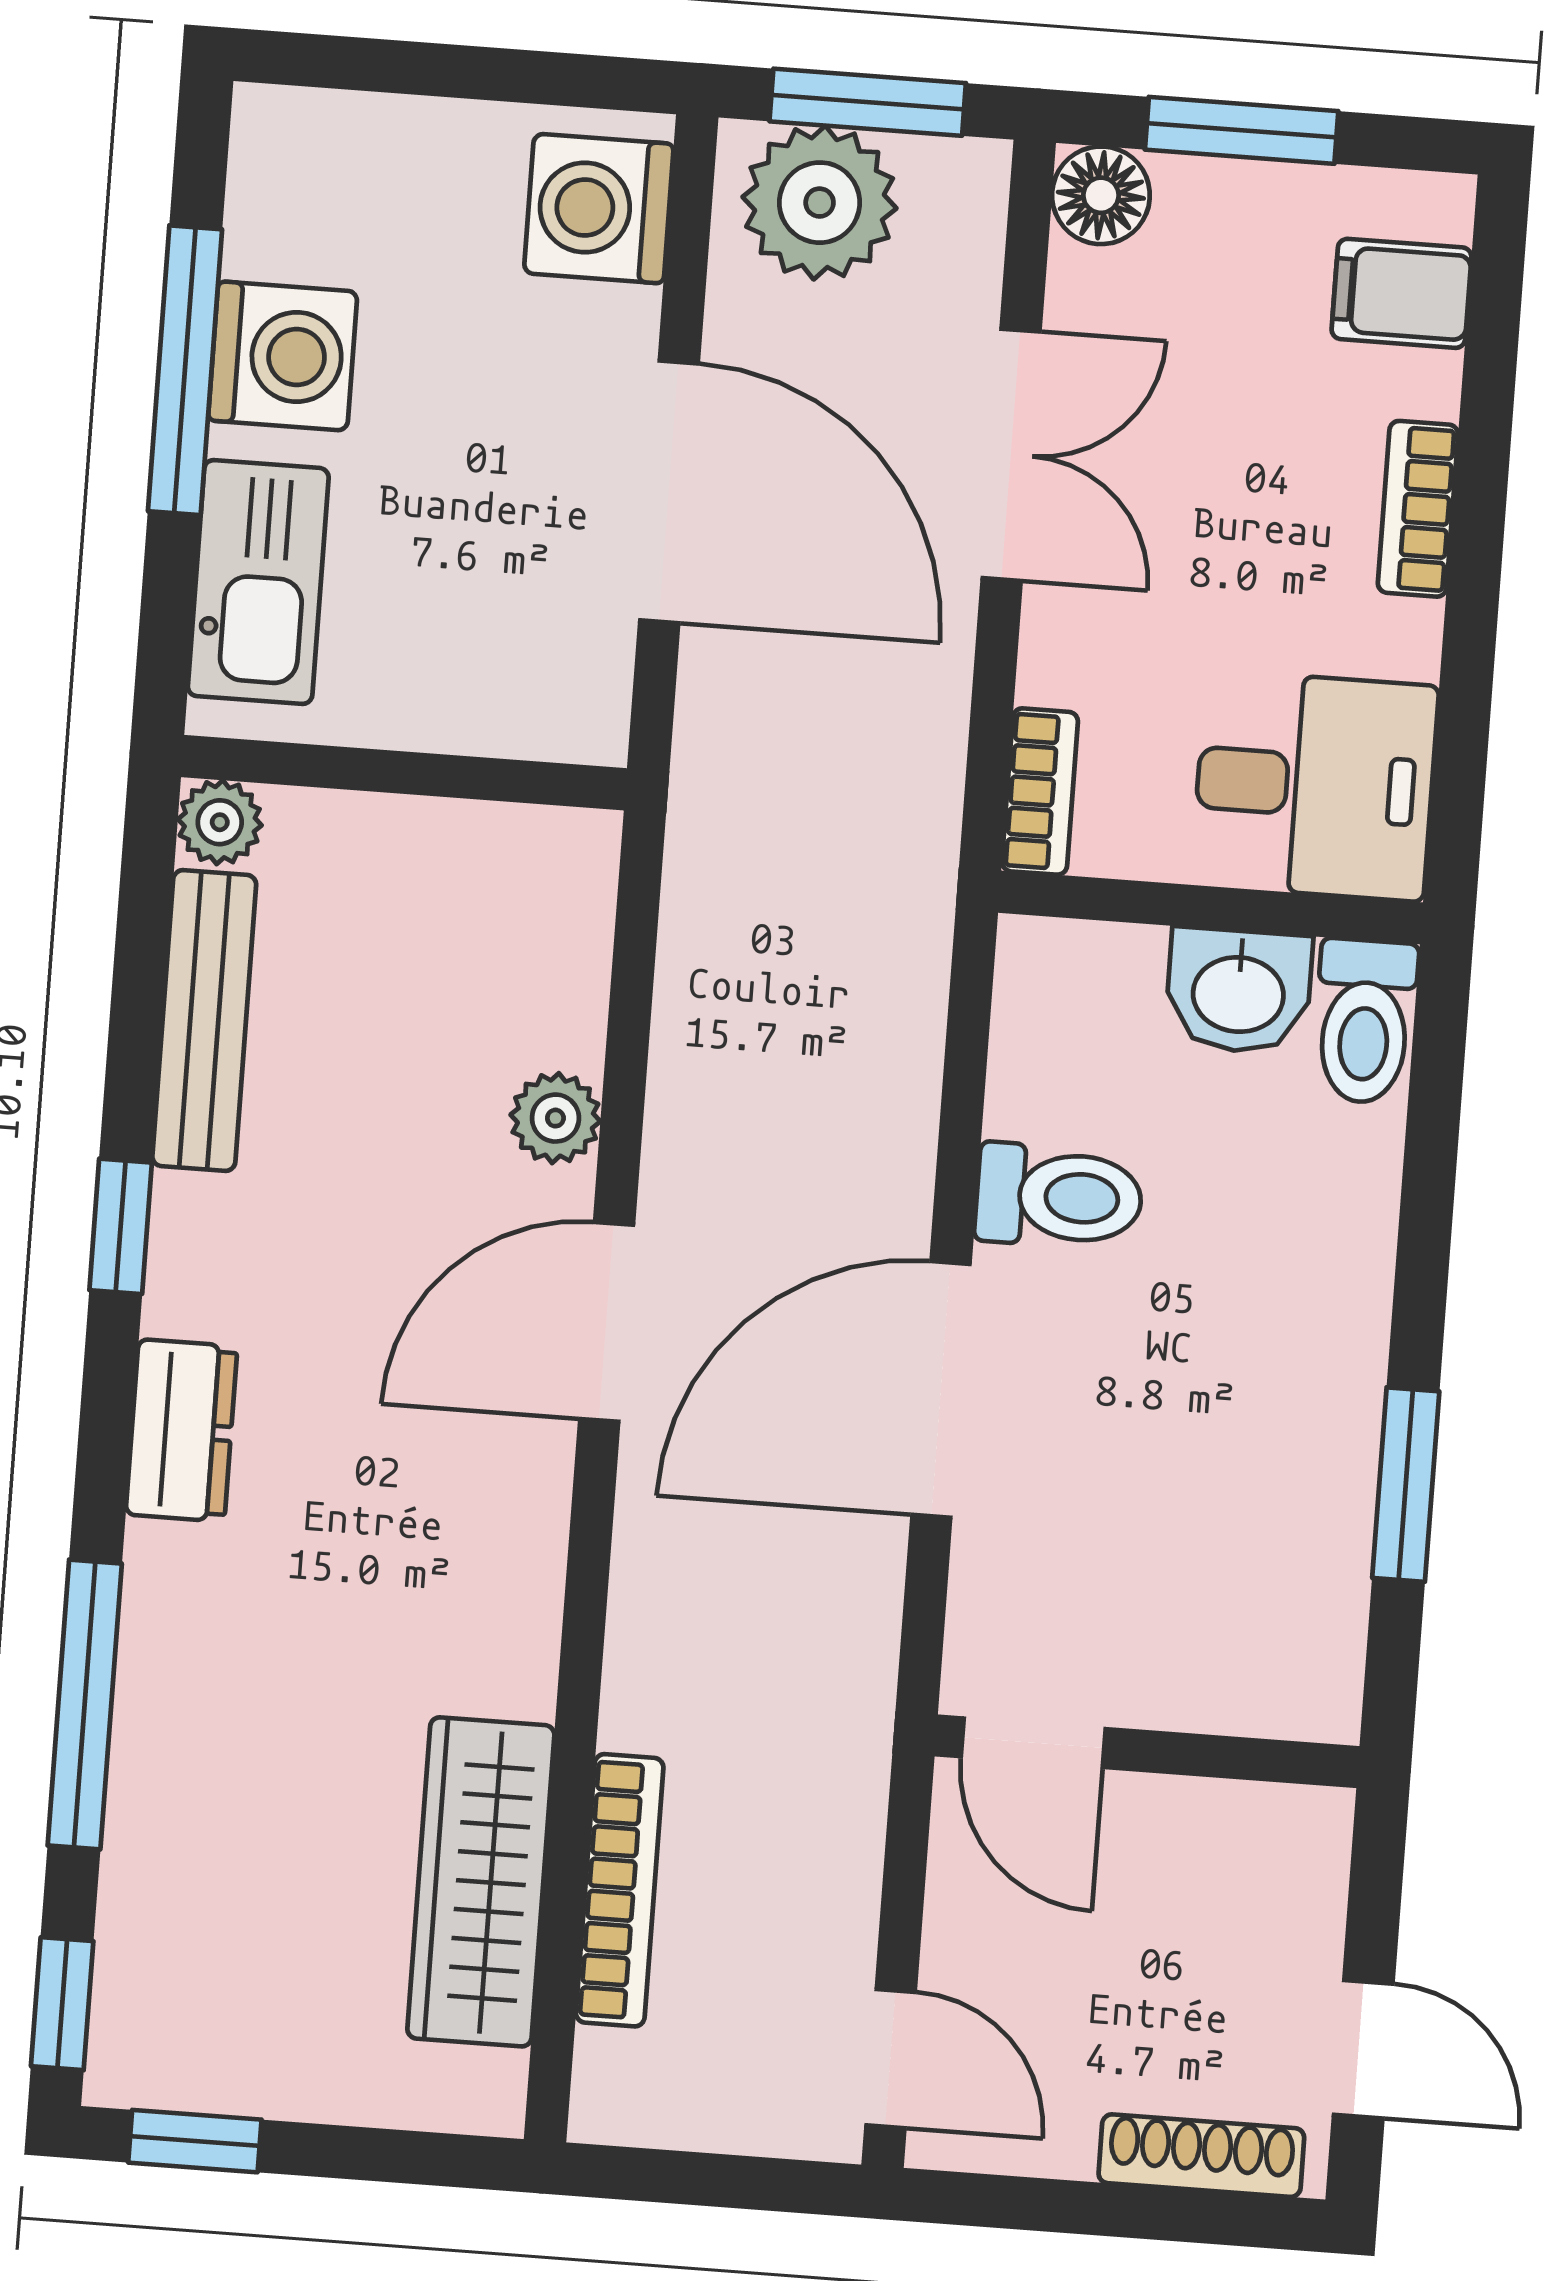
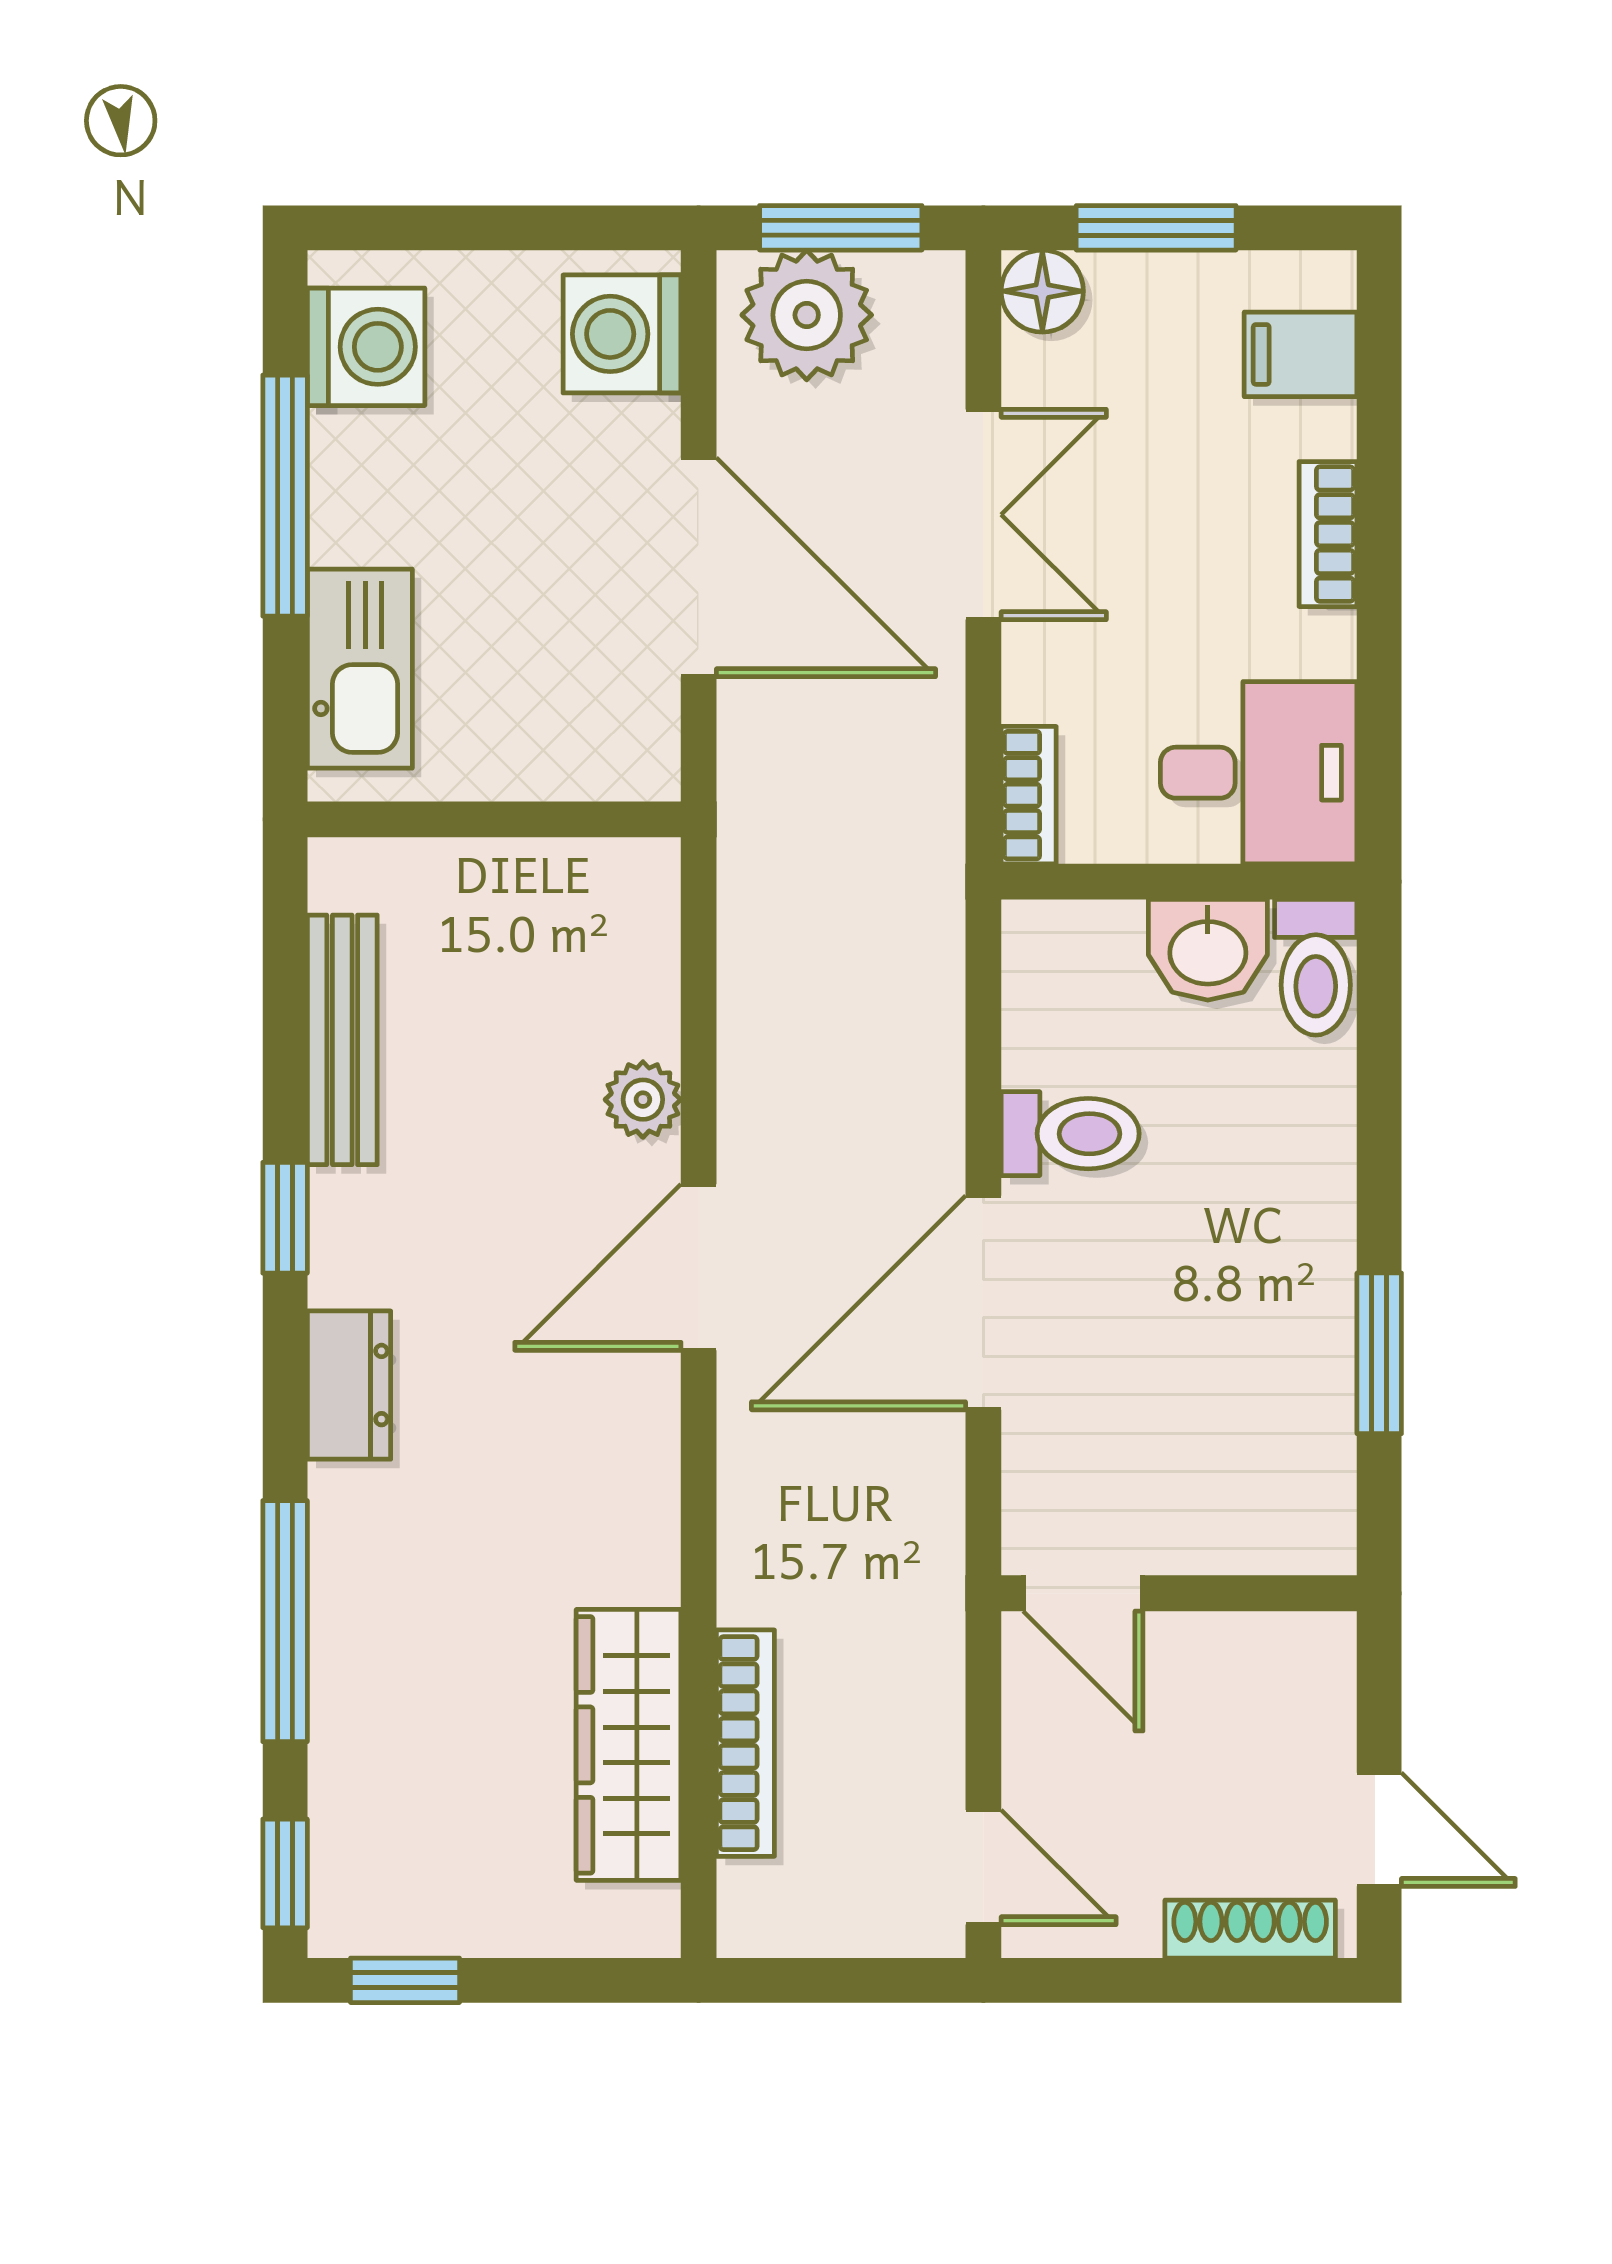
washing machine: (283, 356) -> (366, 347), moved
plant: (220, 822) -> (343, 873), removed

